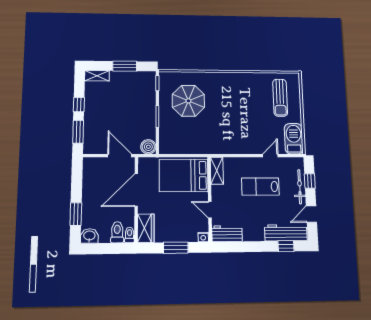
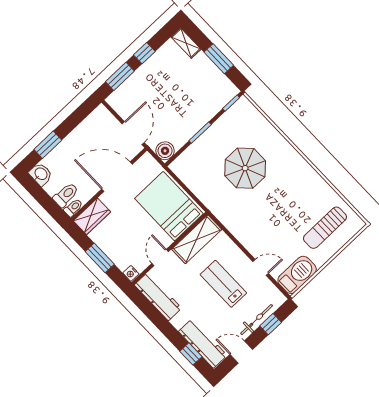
parasol: (188, 101) -> (245, 168), moved
shelving: (217, 171) -> (197, 239), width x1.50, depth x1.33
workbench: (227, 234) -> (158, 297), width x1.38

